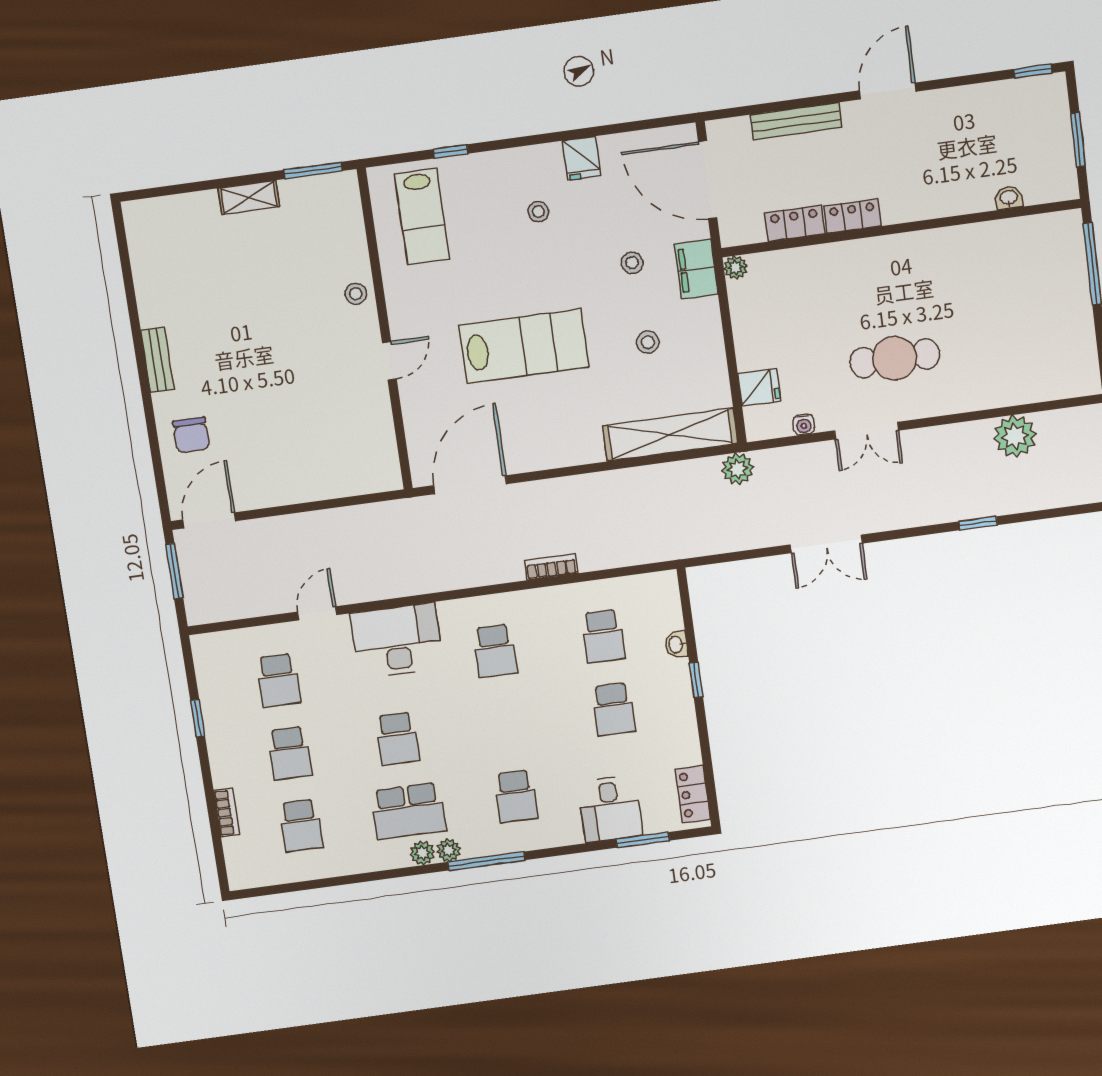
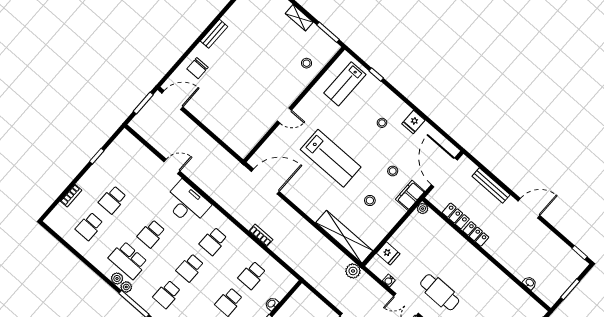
stool: (356, 294) -> (307, 63), moved
school desk: (278, 680) -> (190, 268), moved

